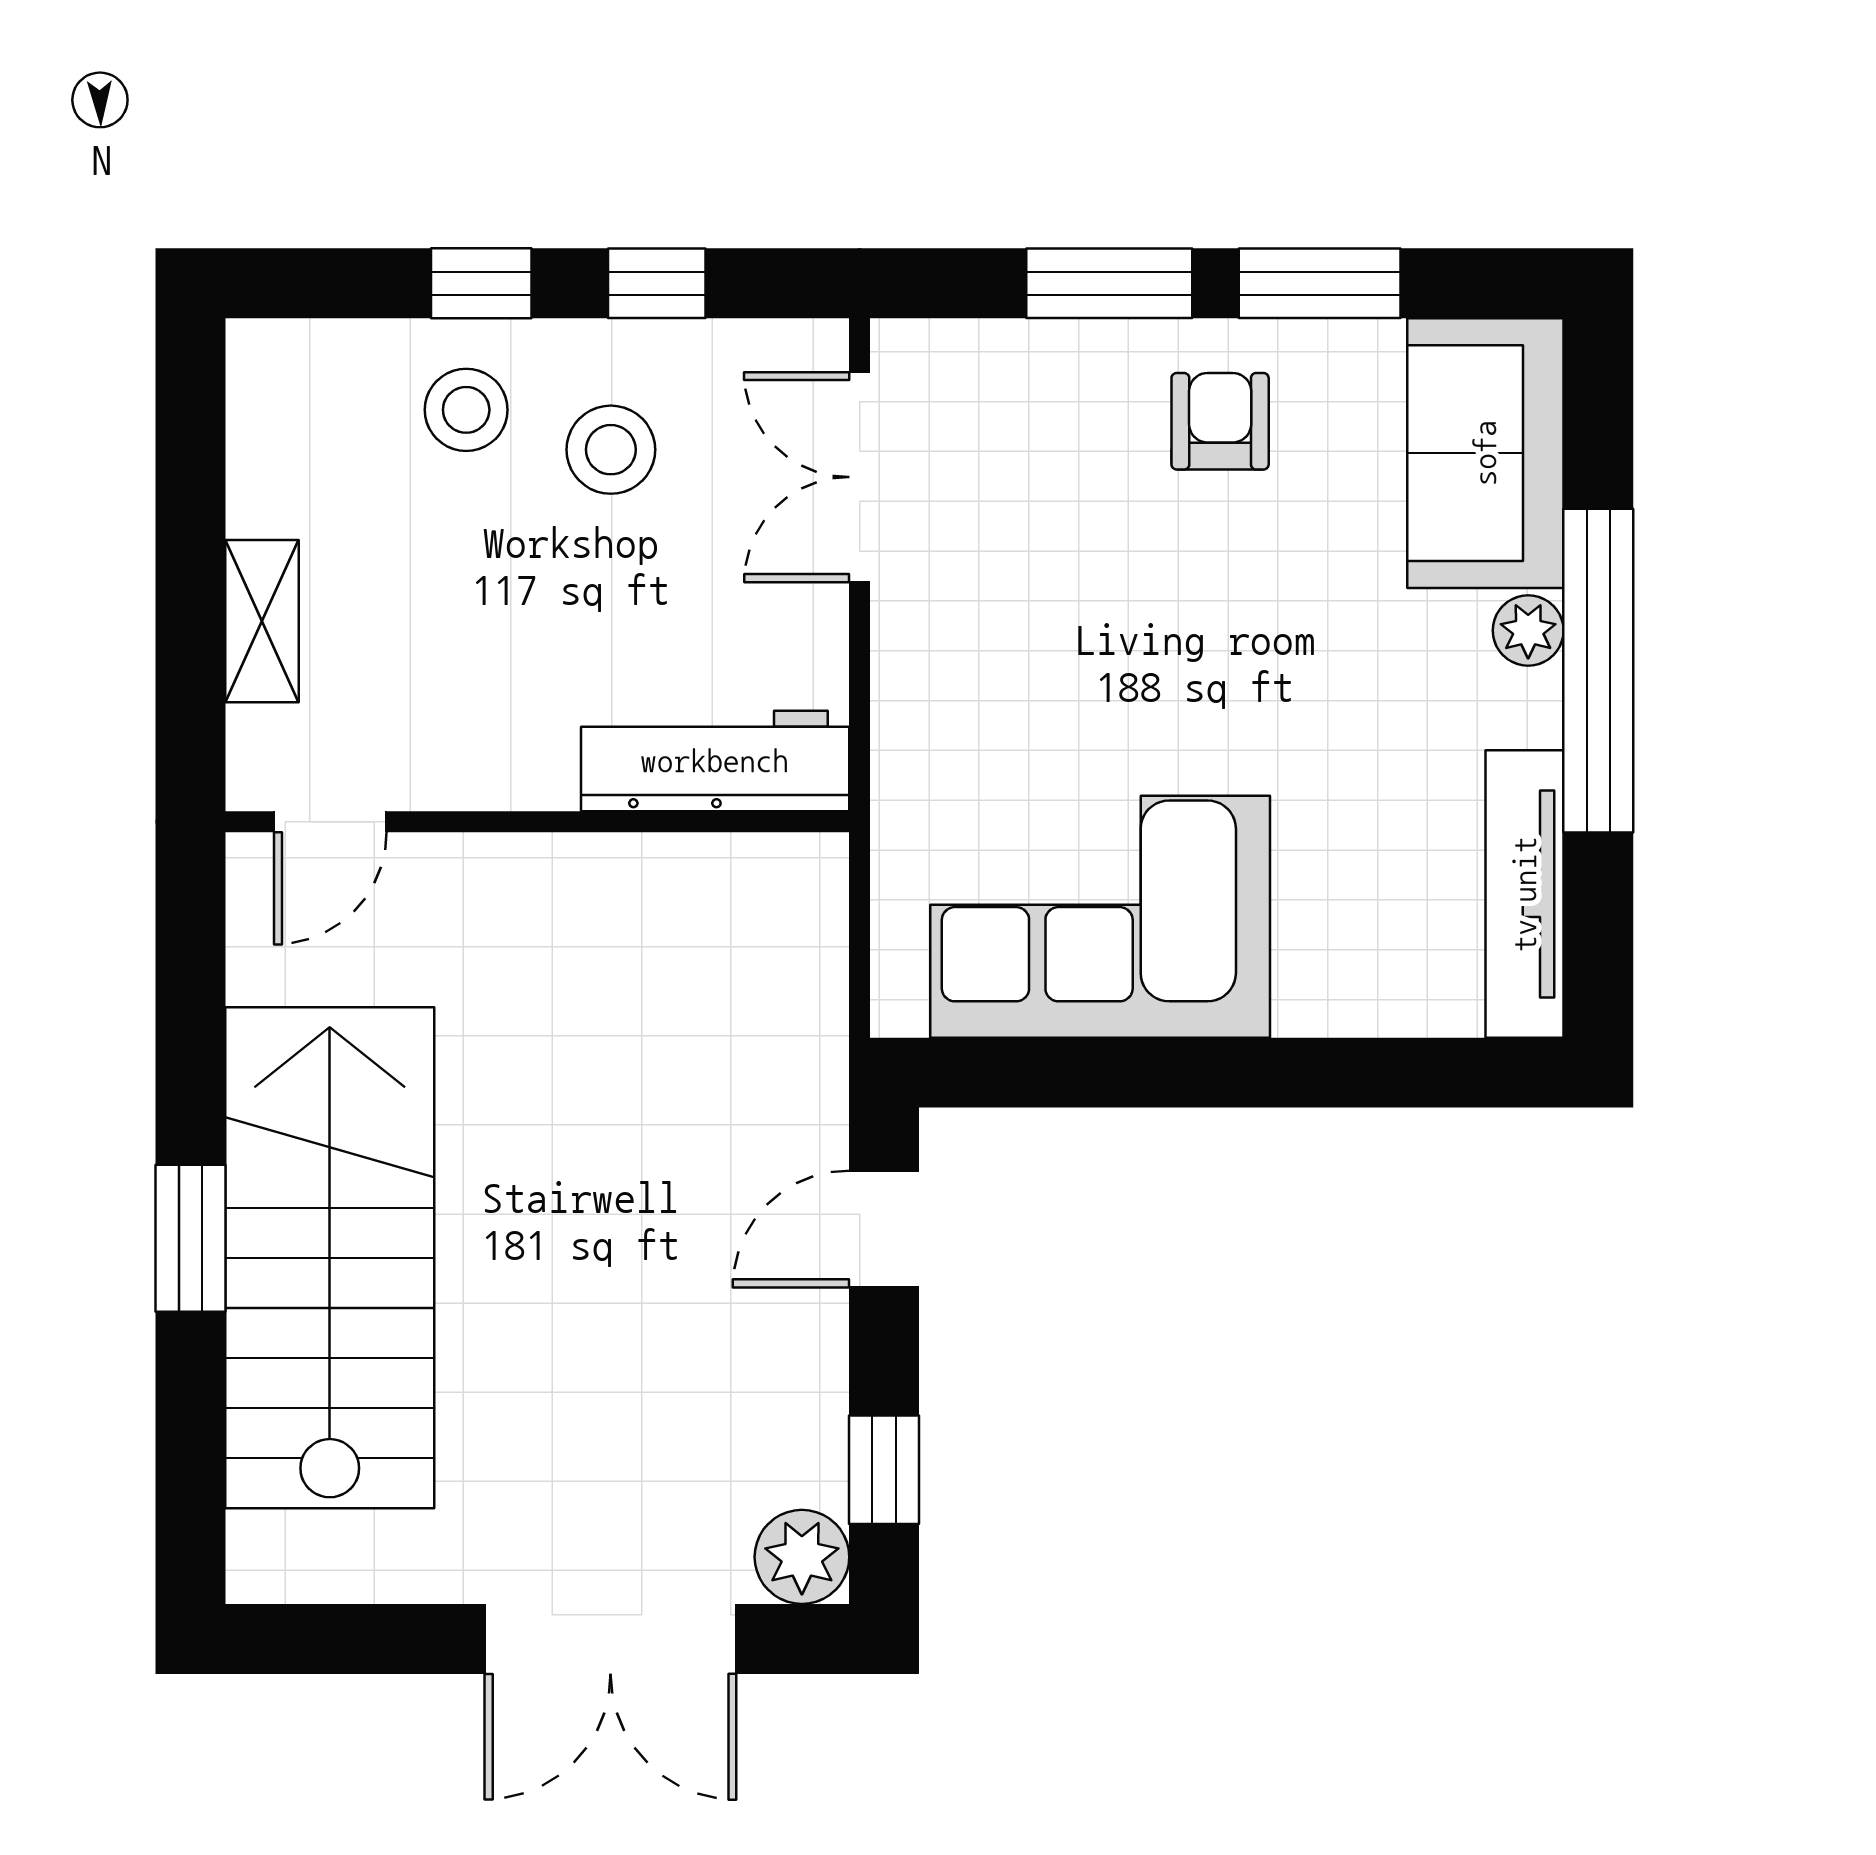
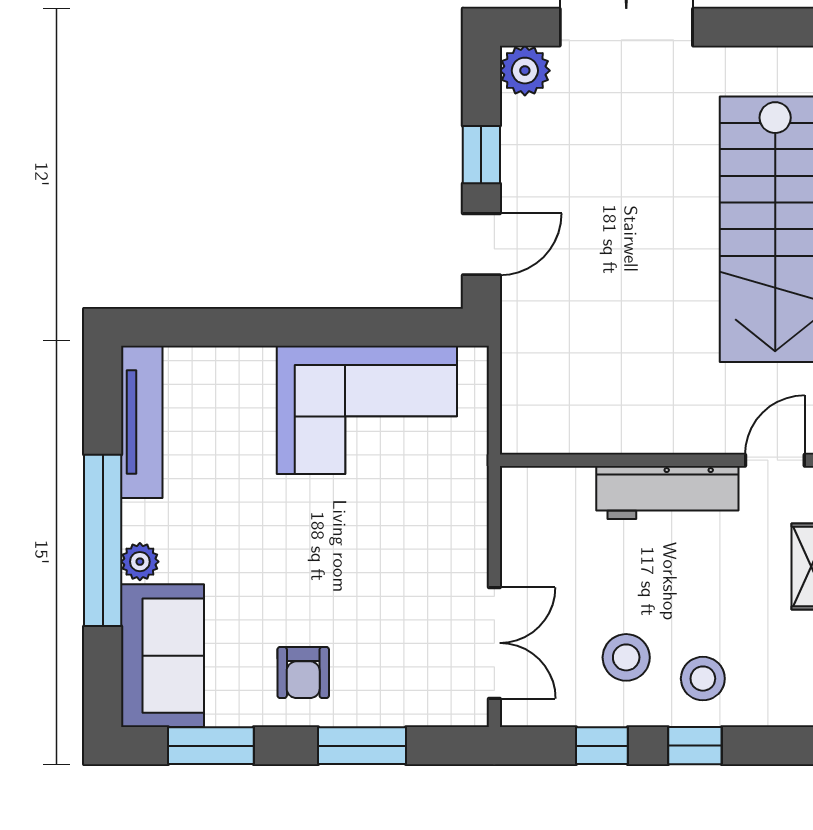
window: (1320, 283) -> (211, 746), moved
workbench: (715, 761) -> (667, 492), moved
window: (884, 1470) -> (481, 155), moved

